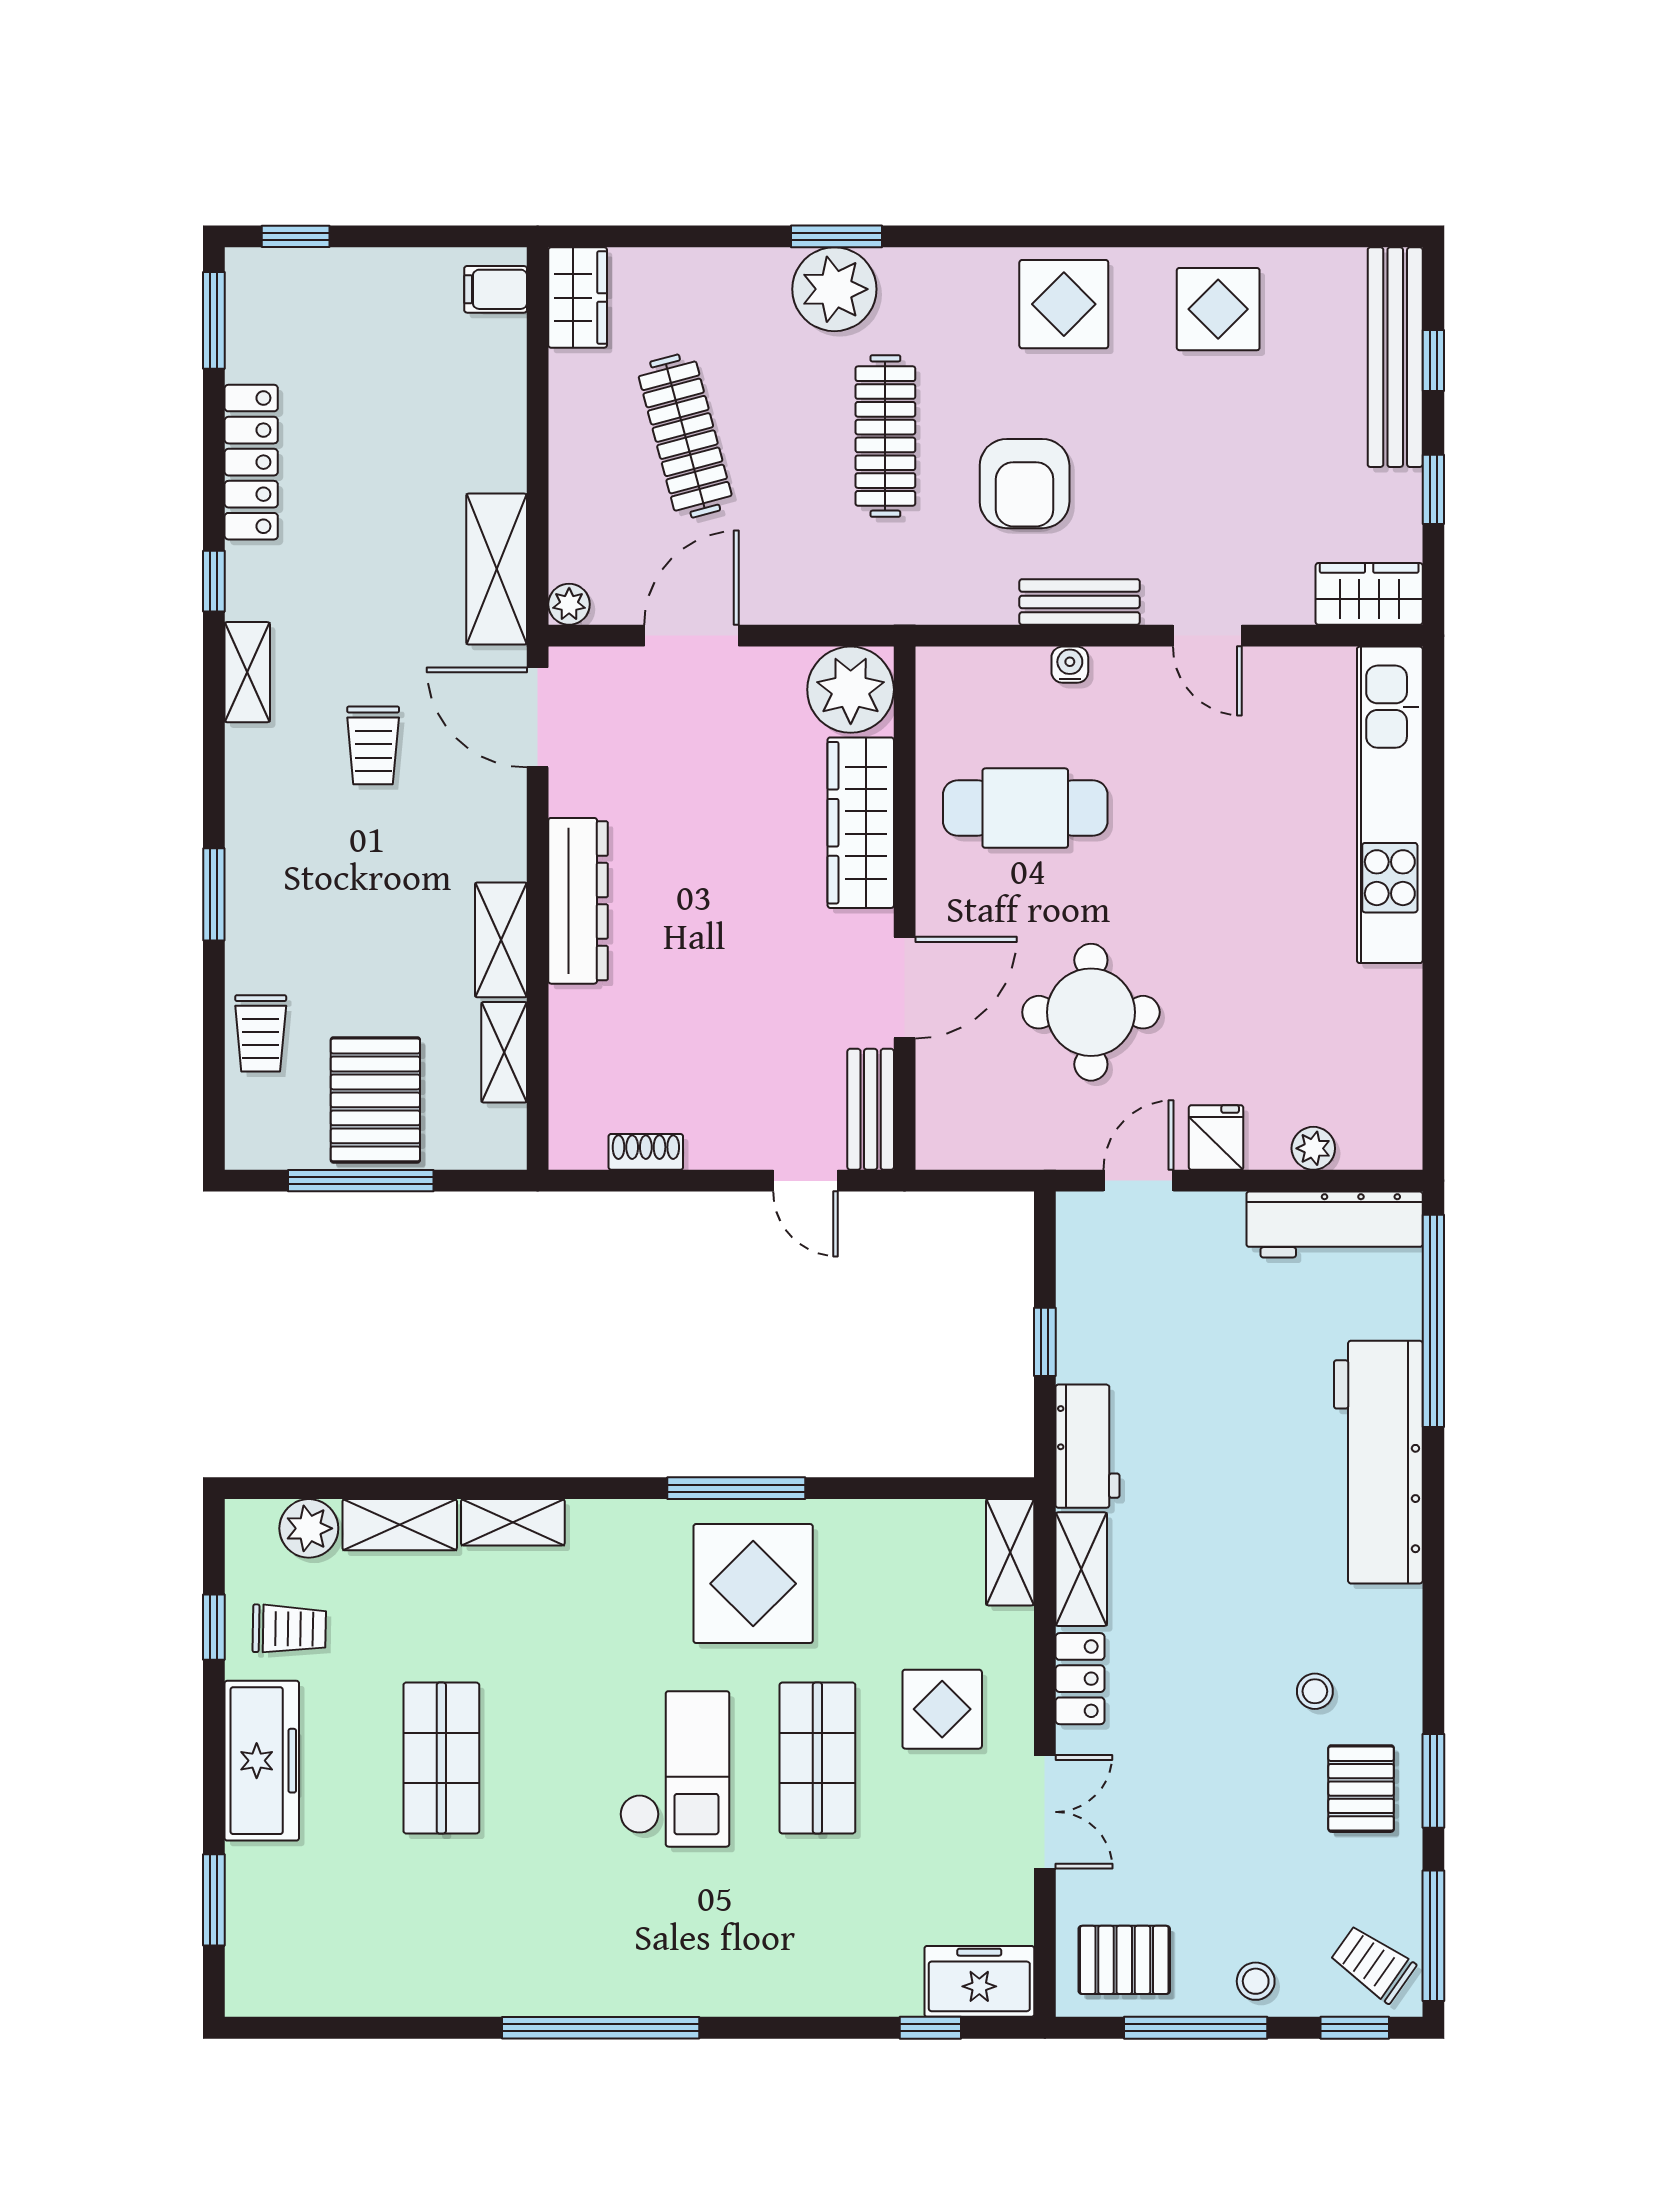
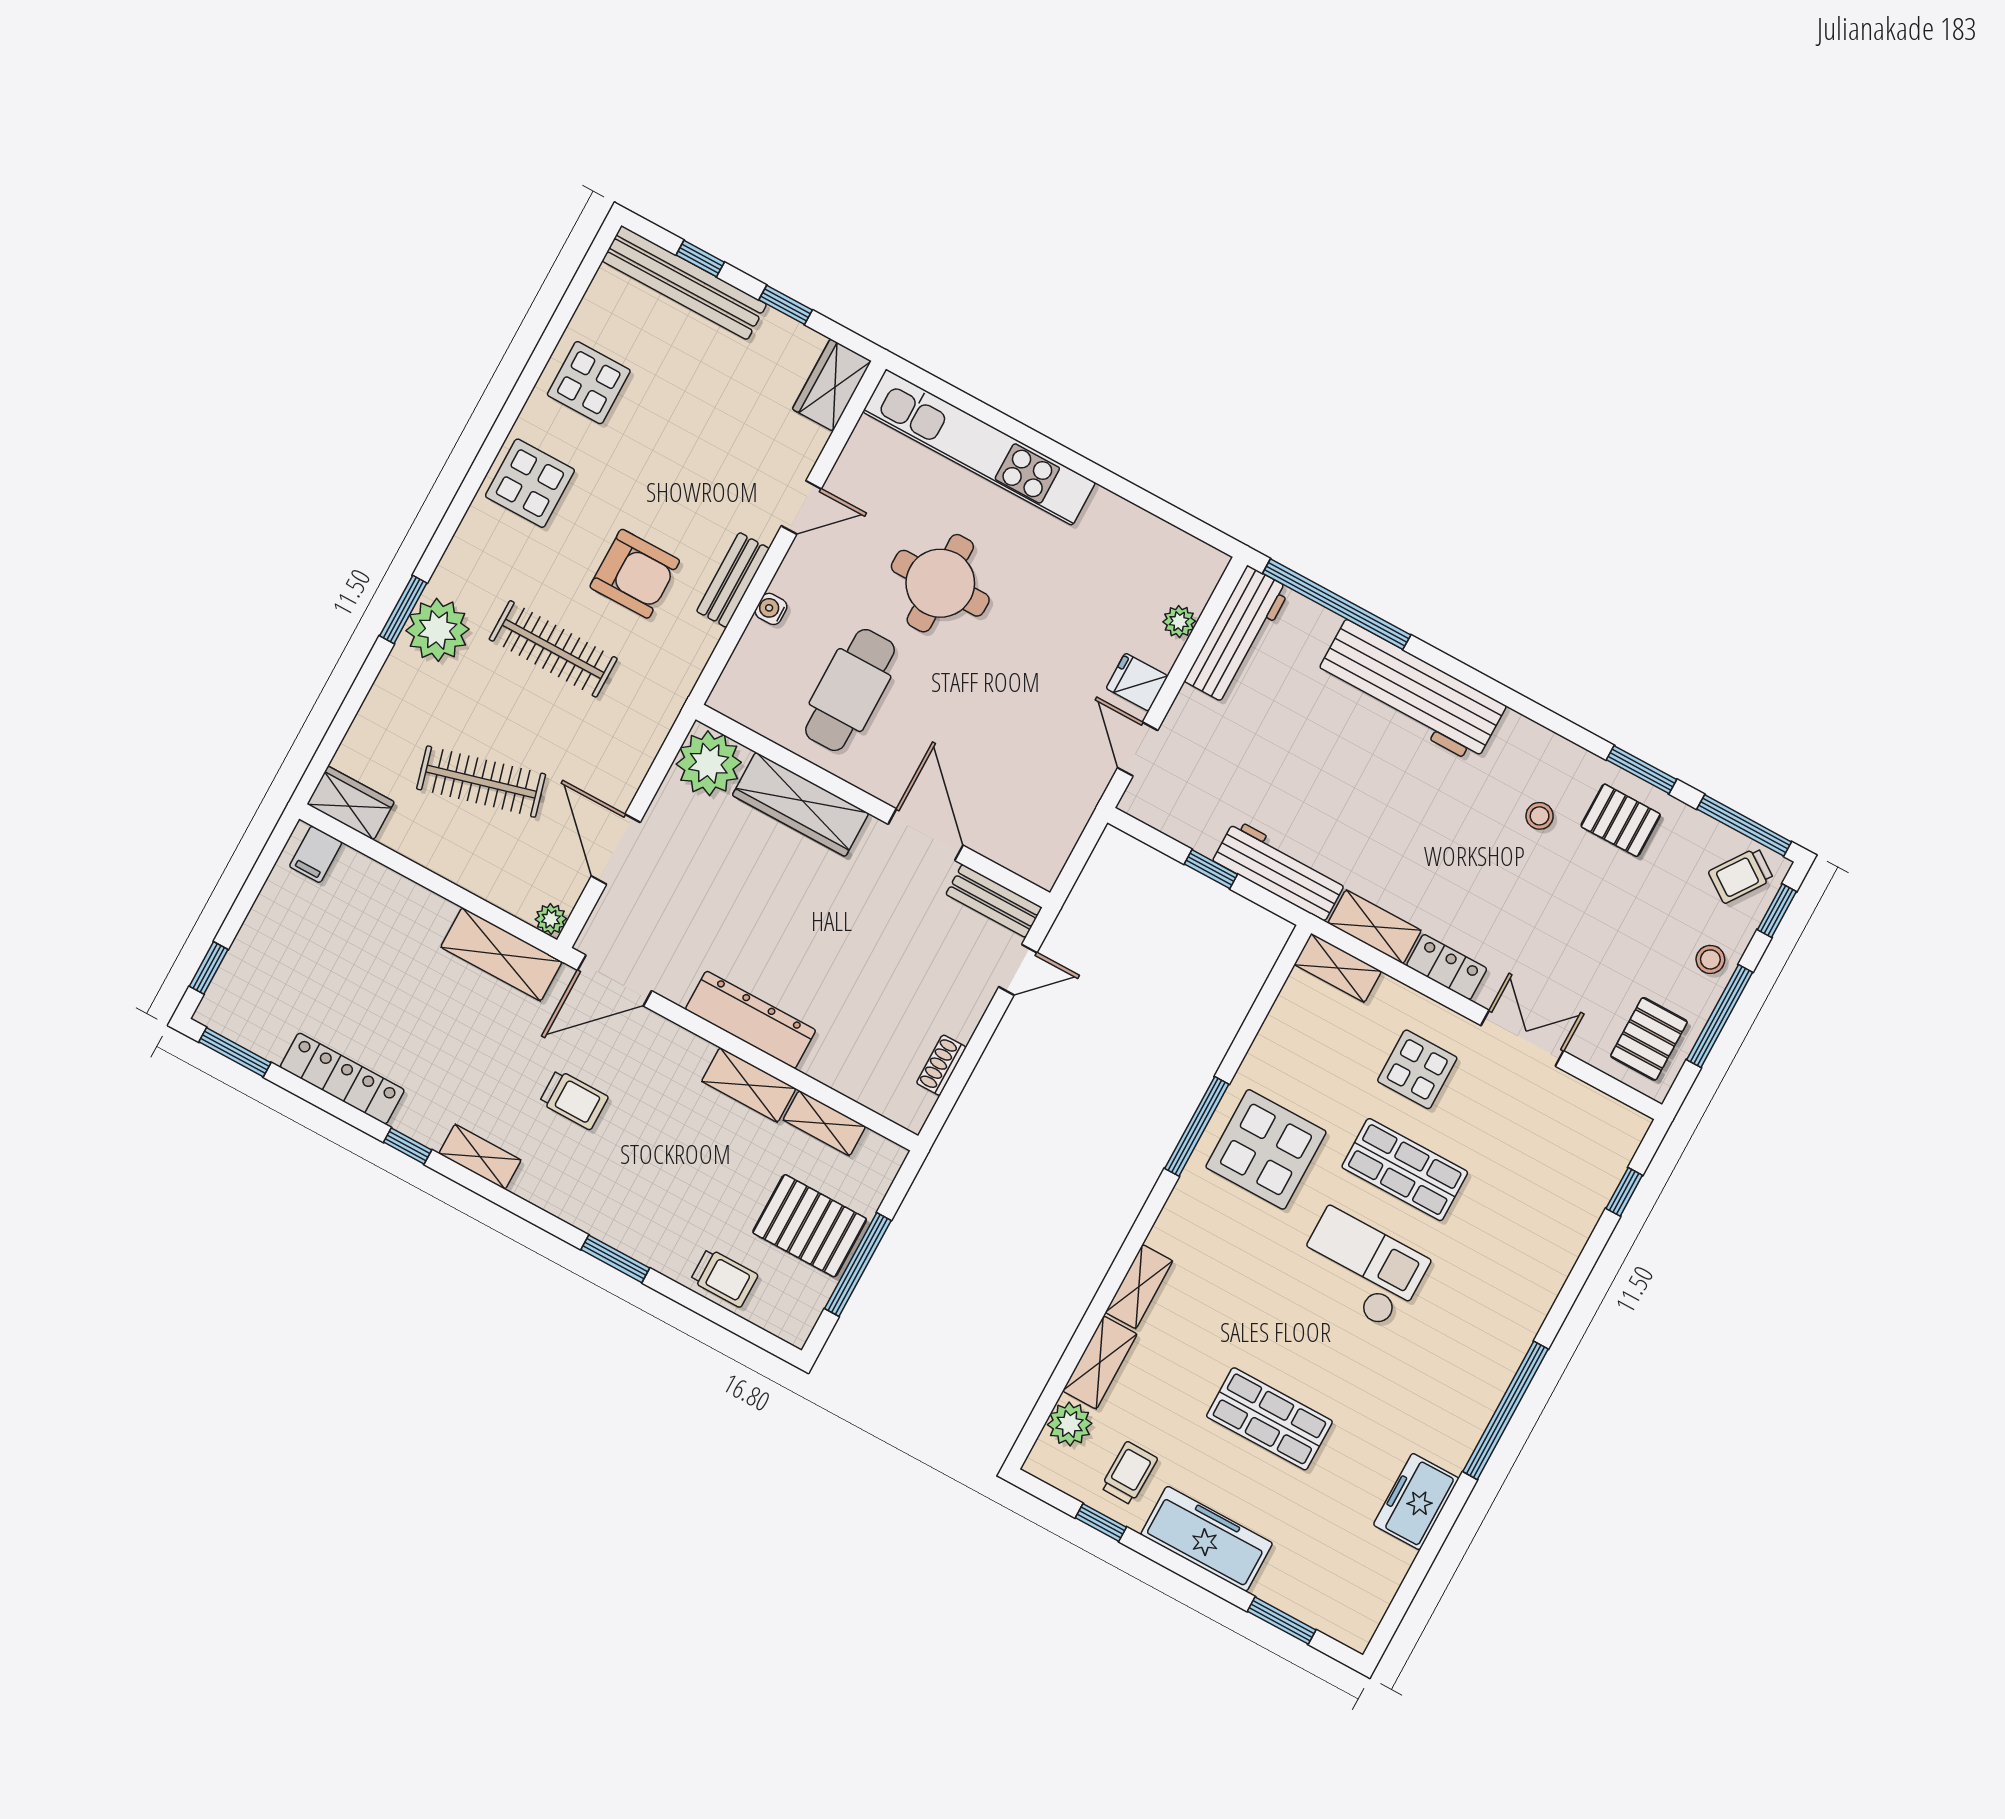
round table: (1091, 1012) -> (940, 583), moved
workbench: (1088, 1446) -> (1280, 870), width x1.38
freezer: (979, 1981) -> (1416, 1502), moved

